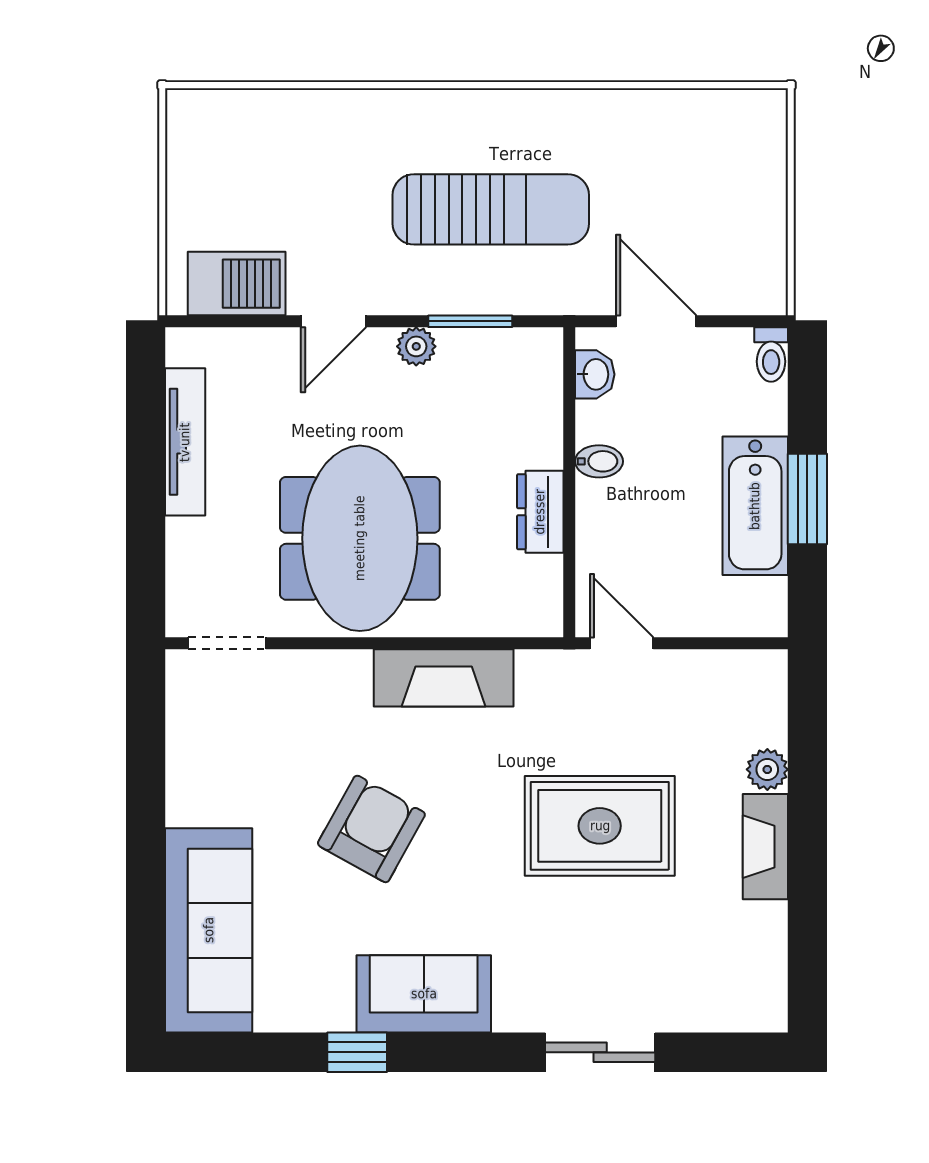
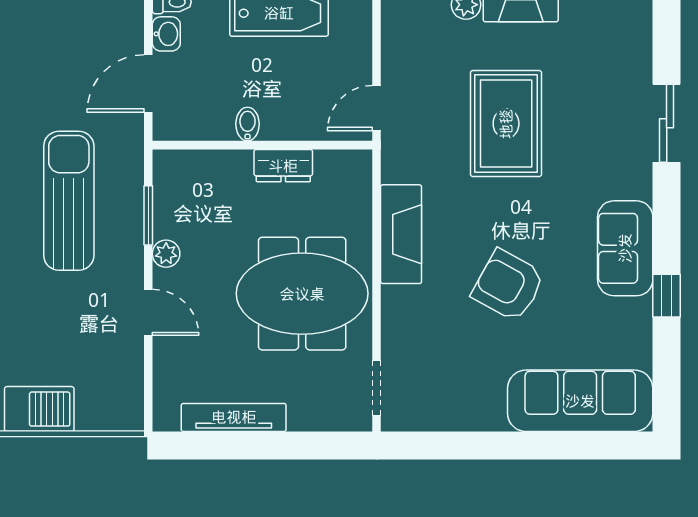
barbecue: (237, 284) -> (39, 409), moved, turned 90
washbasin: (595, 374) -> (166, 34), moved, turned 90

